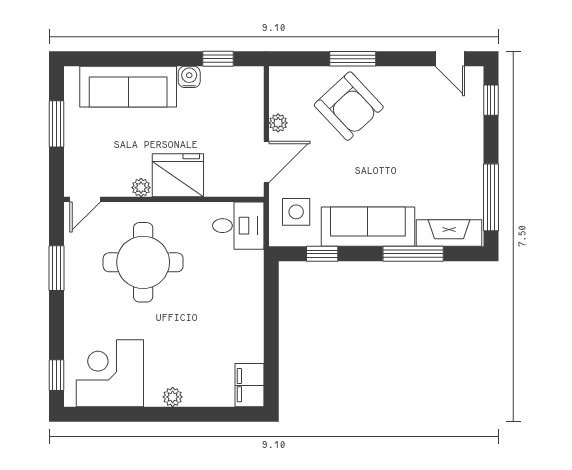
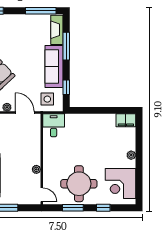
fridge: (178, 175) -> (31, 153), removed
round table: (143, 262) -> (79, 184), moved
window: (57, 375) -> (103, 208), moved

